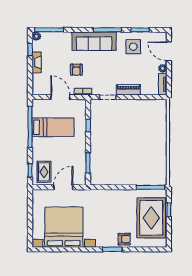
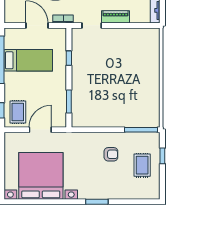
rug: (151, 218) -> (142, 165), width x0.54, depth x0.49
armchair: (124, 239) -> (111, 154), moved

